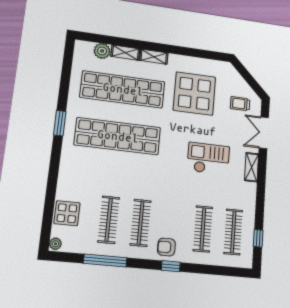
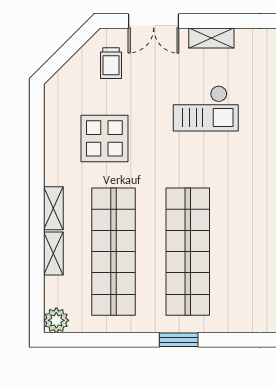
plant: (102, 51) -> (56, 320), moved
display table: (194, 94) -> (104, 138), width x0.73, depth x0.73
checkout: (208, 159) -> (206, 108), turned -90

